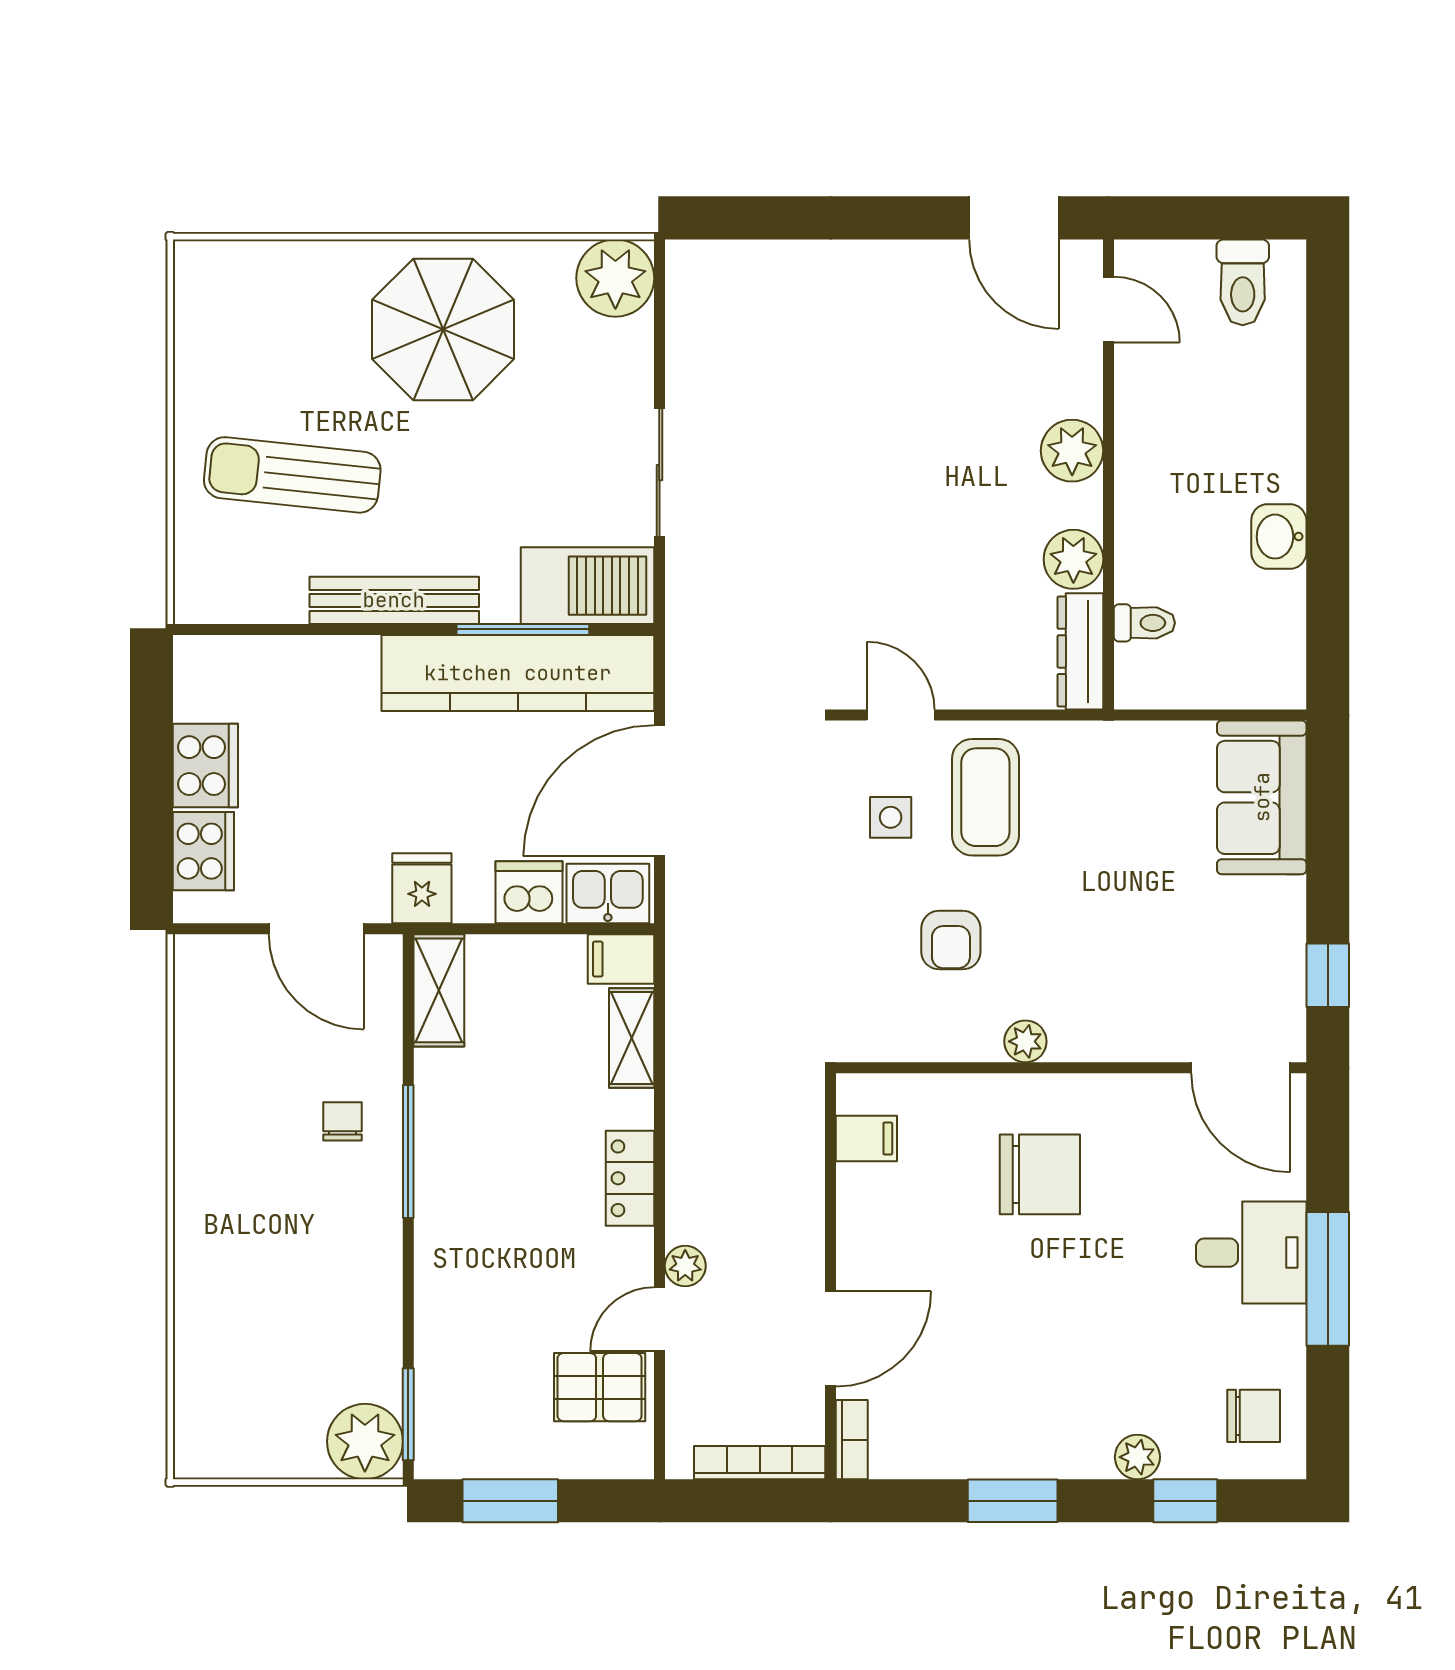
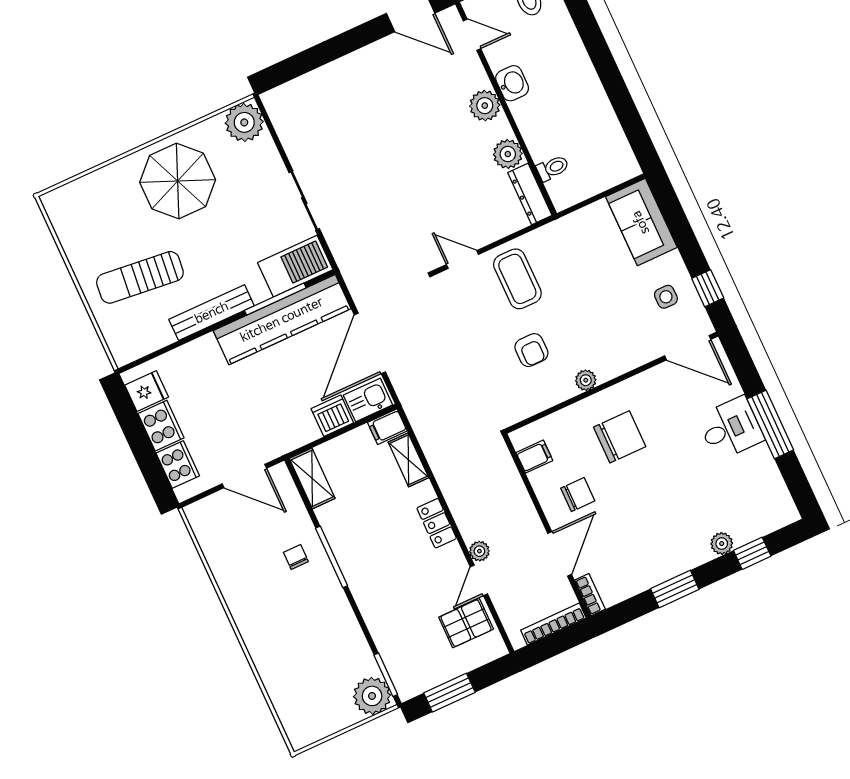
washbasin: (1279, 537) -> (512, 83), moved, turned 180
side table: (891, 817) -> (666, 297), moved
fridge: (422, 888) -> (147, 391), moved, turned 90
chair: (1254, 1416) -> (578, 495), moved

